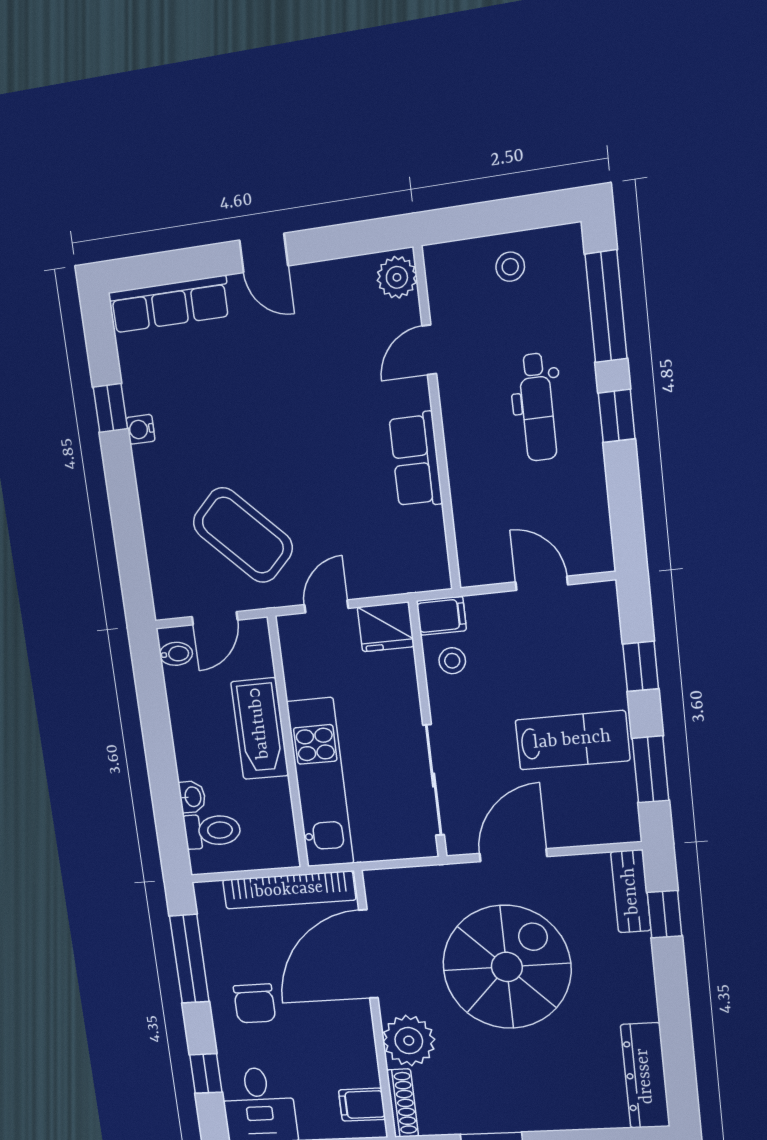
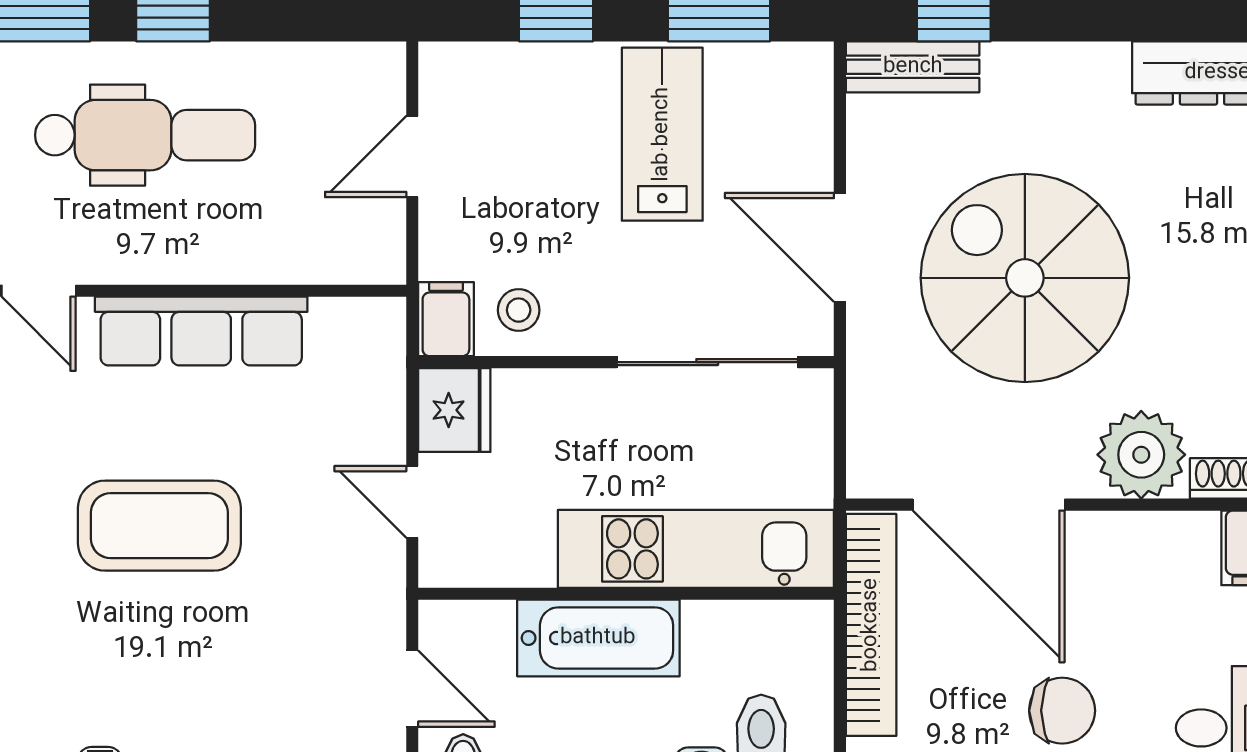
dental chair: (537, 407) -> (145, 135), width x1.36, depth x1.38
row of seats: (416, 460) -> (201, 331), width x1.48
coffee table: (243, 535) -> (159, 526), moved, turned 45

